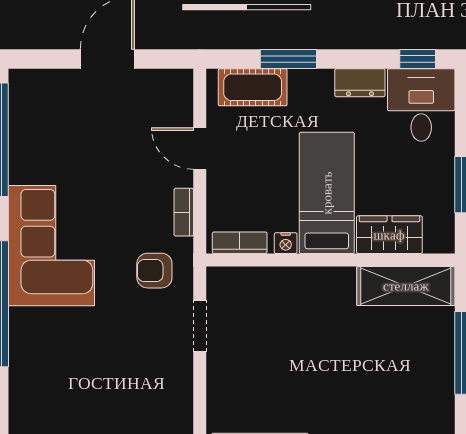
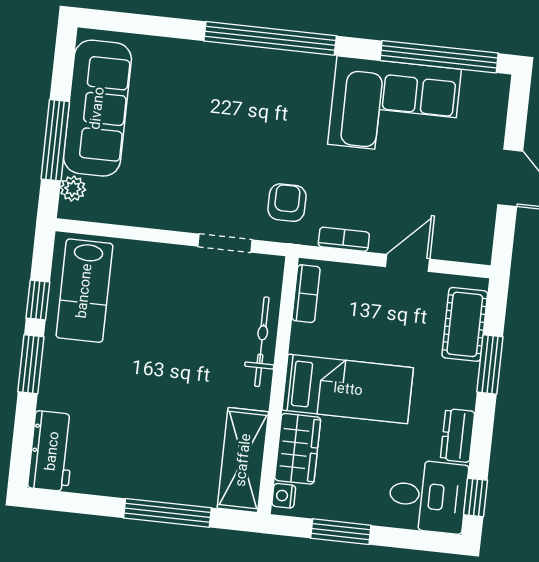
nightstand: (286, 243) -> (284, 496), moved
corner sofa: (51, 246) -> (394, 107), moved
bicycle: (290, 280) -> (262, 342), added

